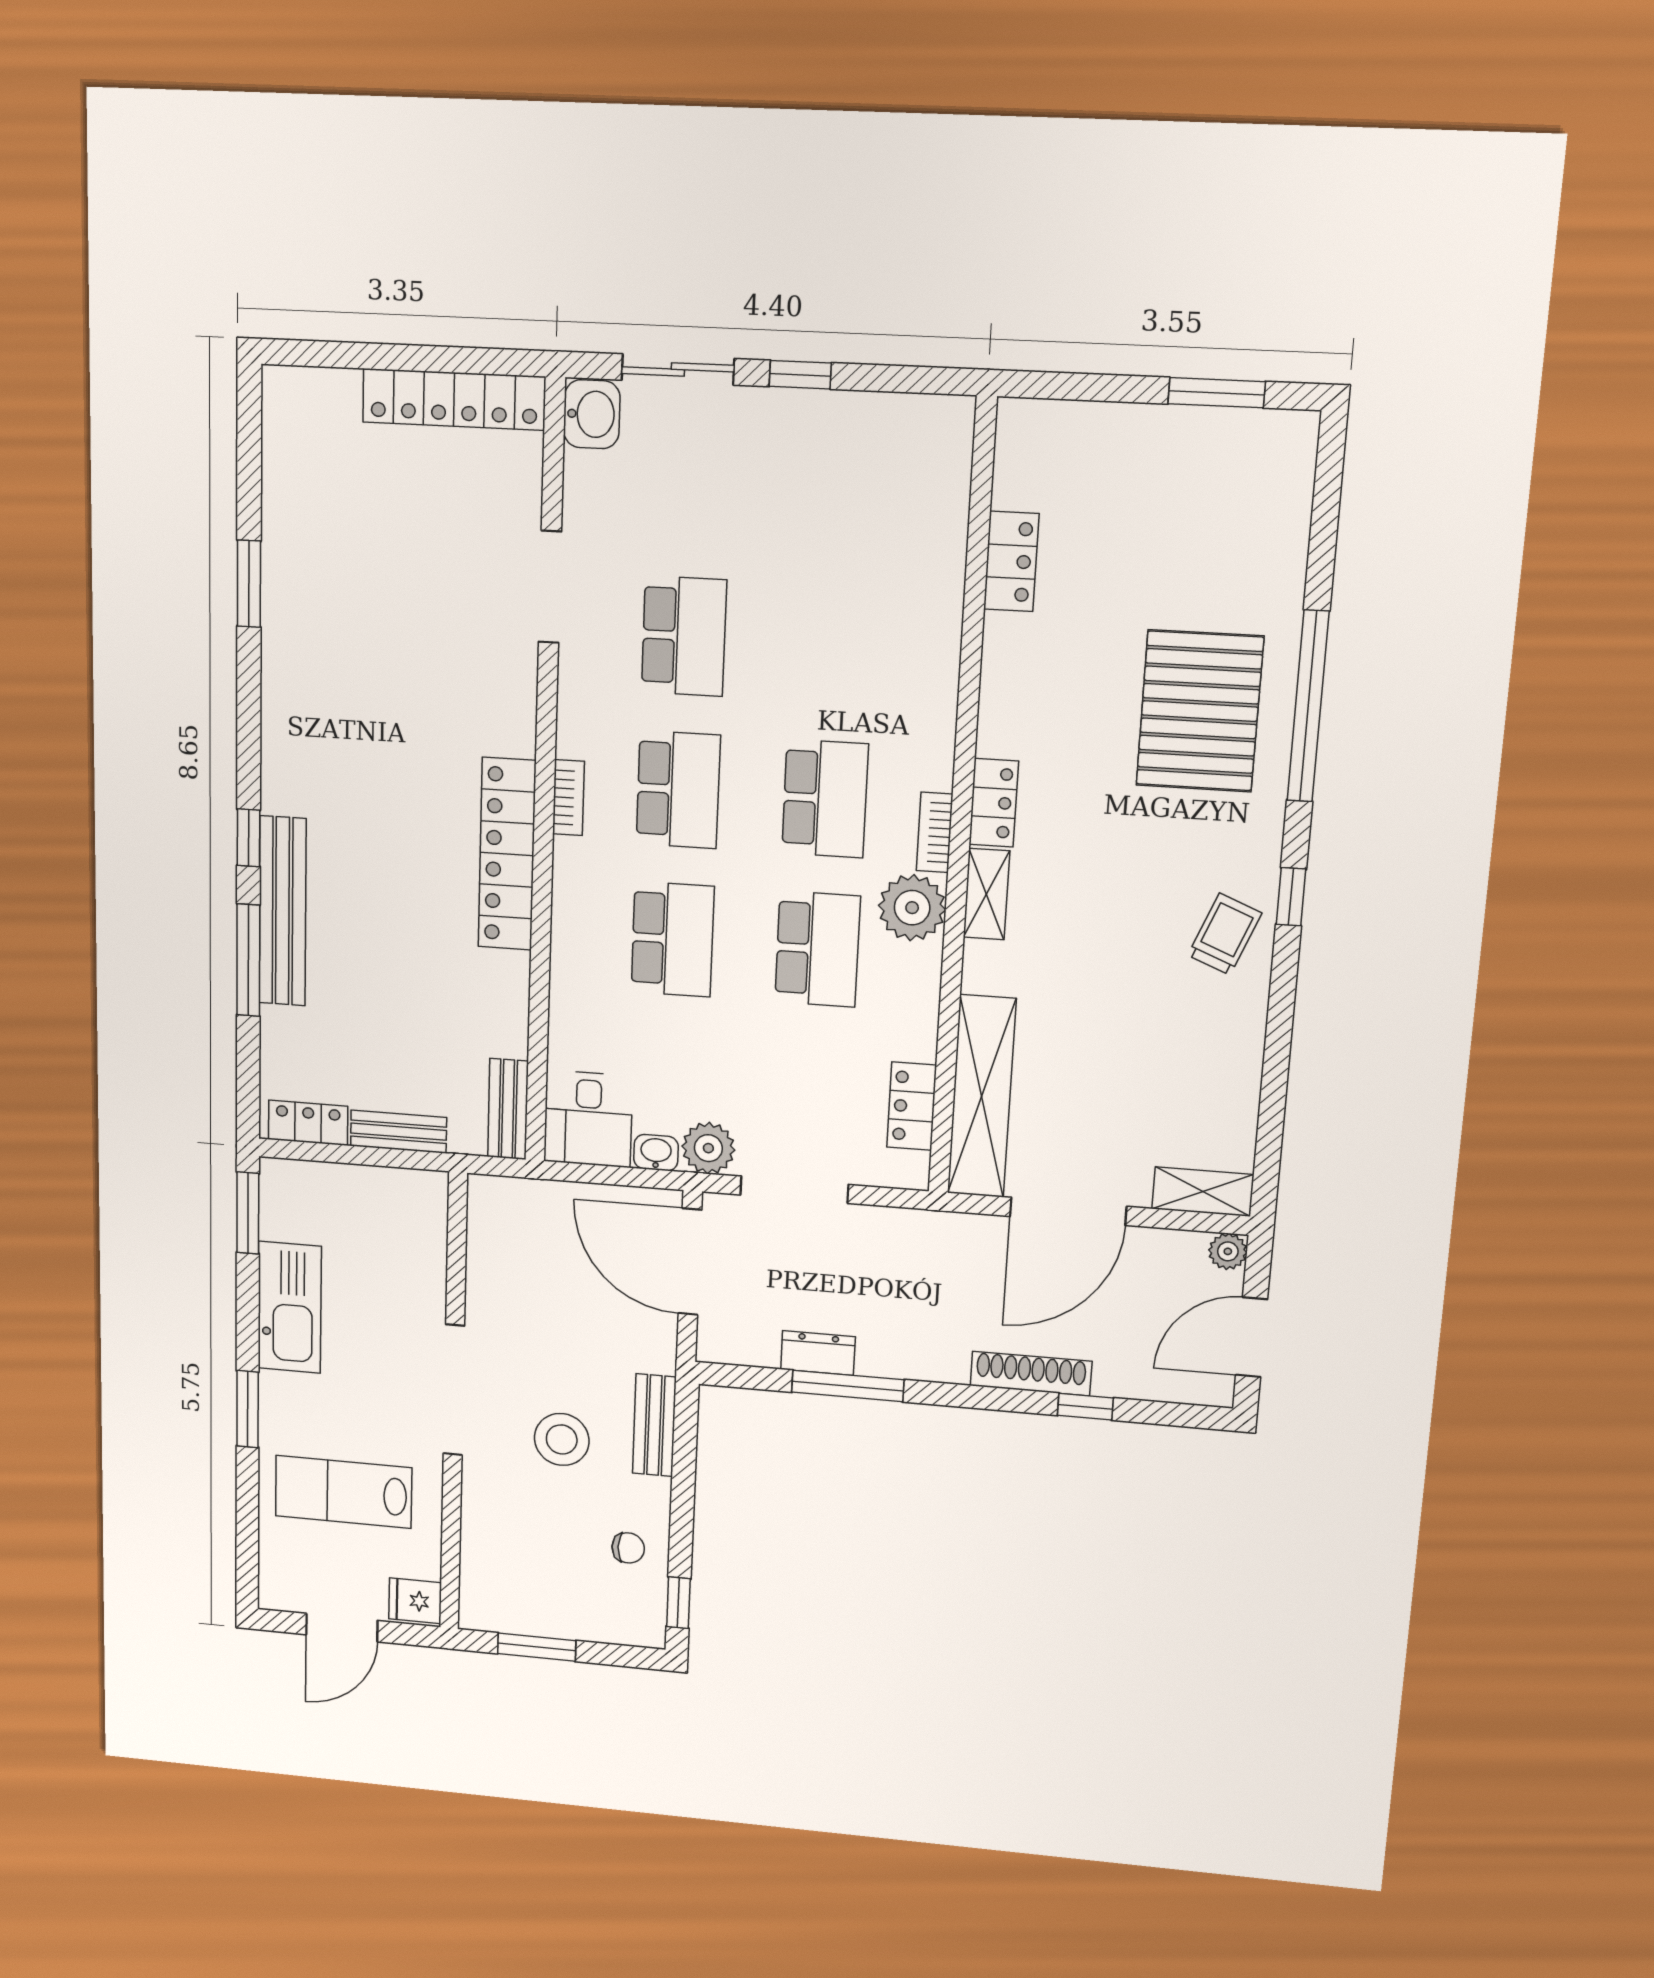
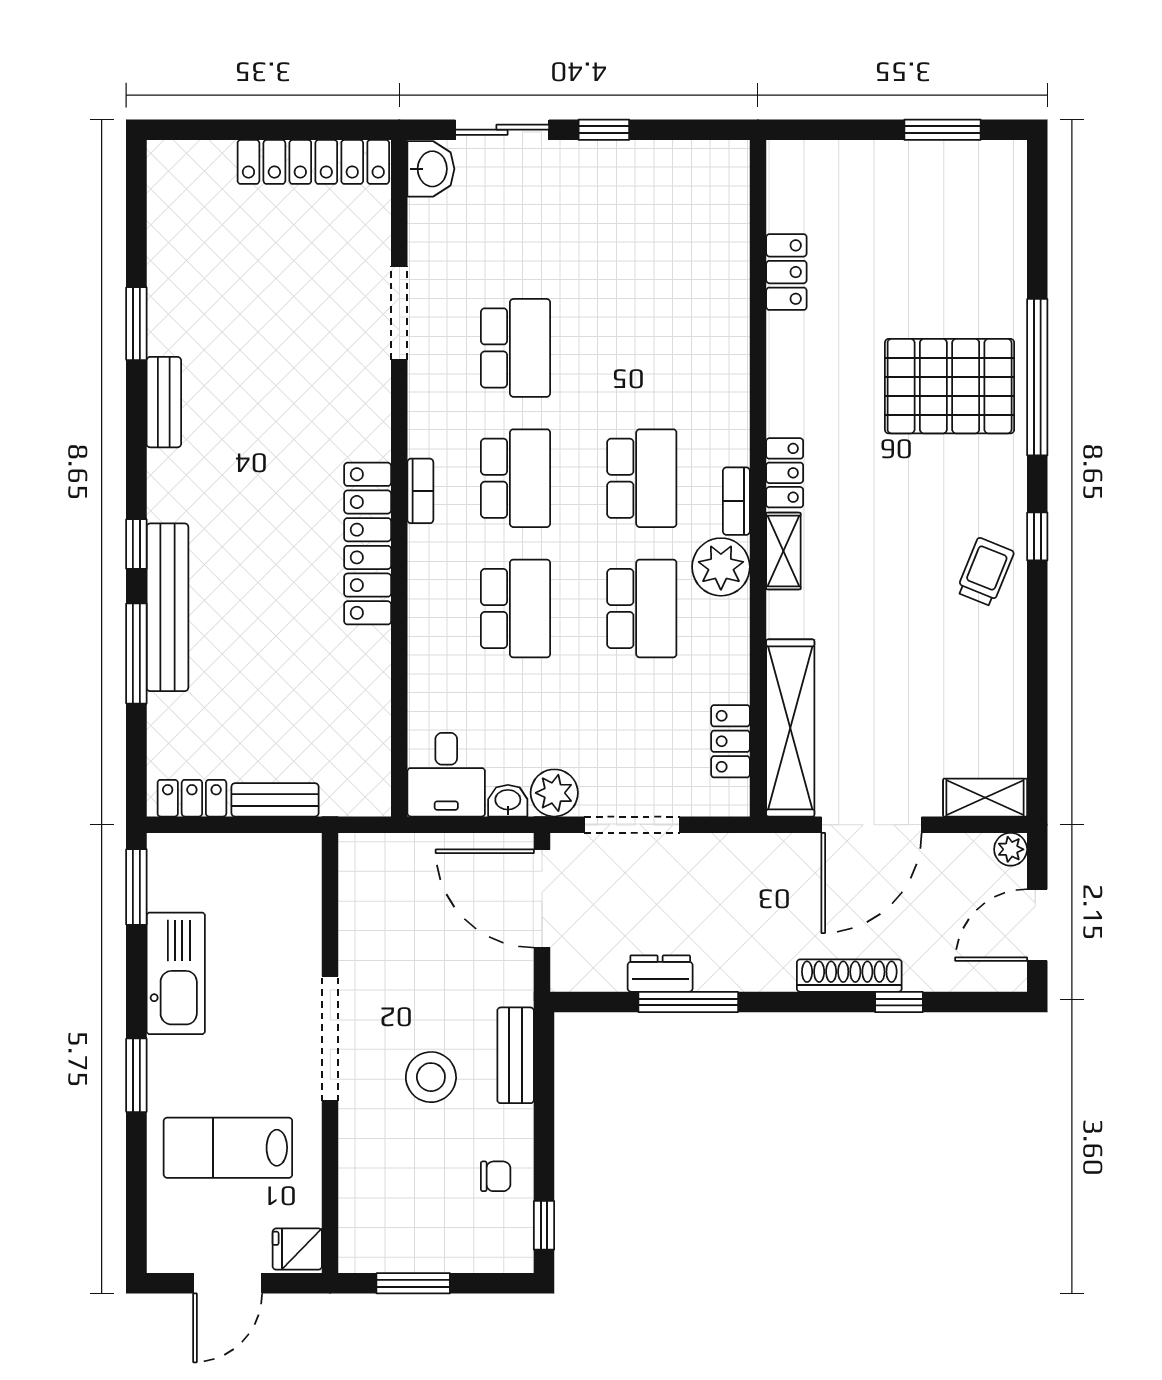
pallet: (1200, 711) -> (950, 386), turned 90
bench: (508, 1109) -> (164, 402), moved

